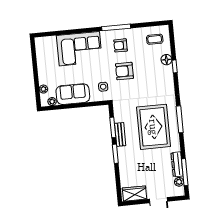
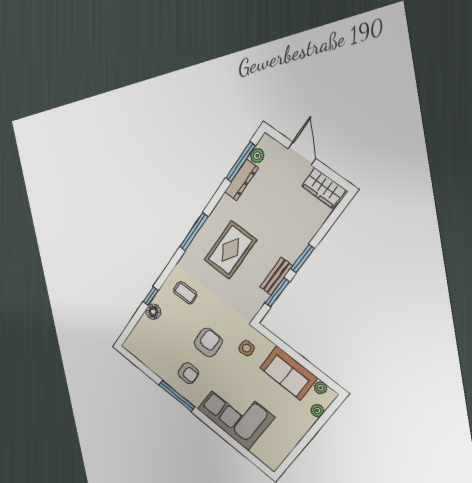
coffee table: (155, 39) -> (185, 293), moved
armchair: (124, 71) -> (208, 342), turned -90
rug: (153, 127) -> (230, 250), width x0.73, depth x0.69

